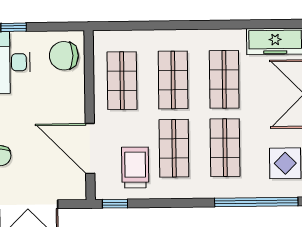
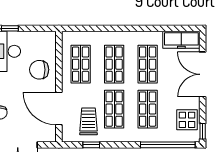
chair: (64, 56) -> (39, 70), moved
window: (115, 204) -> (91, 145), moved

